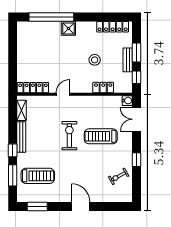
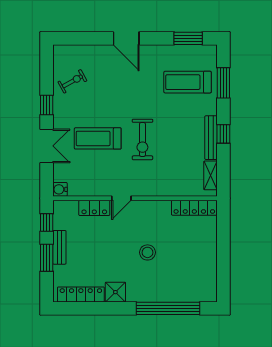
shower: (68, 28) -> (115, 292), moved
stool: (95, 60) -> (147, 252), moved
door: (63, 94) -> (121, 198), moved
double door: (137, 119) -> (47, 146), moved
treadmill: (101, 136) -> (98, 138), turned 180
window: (13, 150) -> (223, 134), moved

